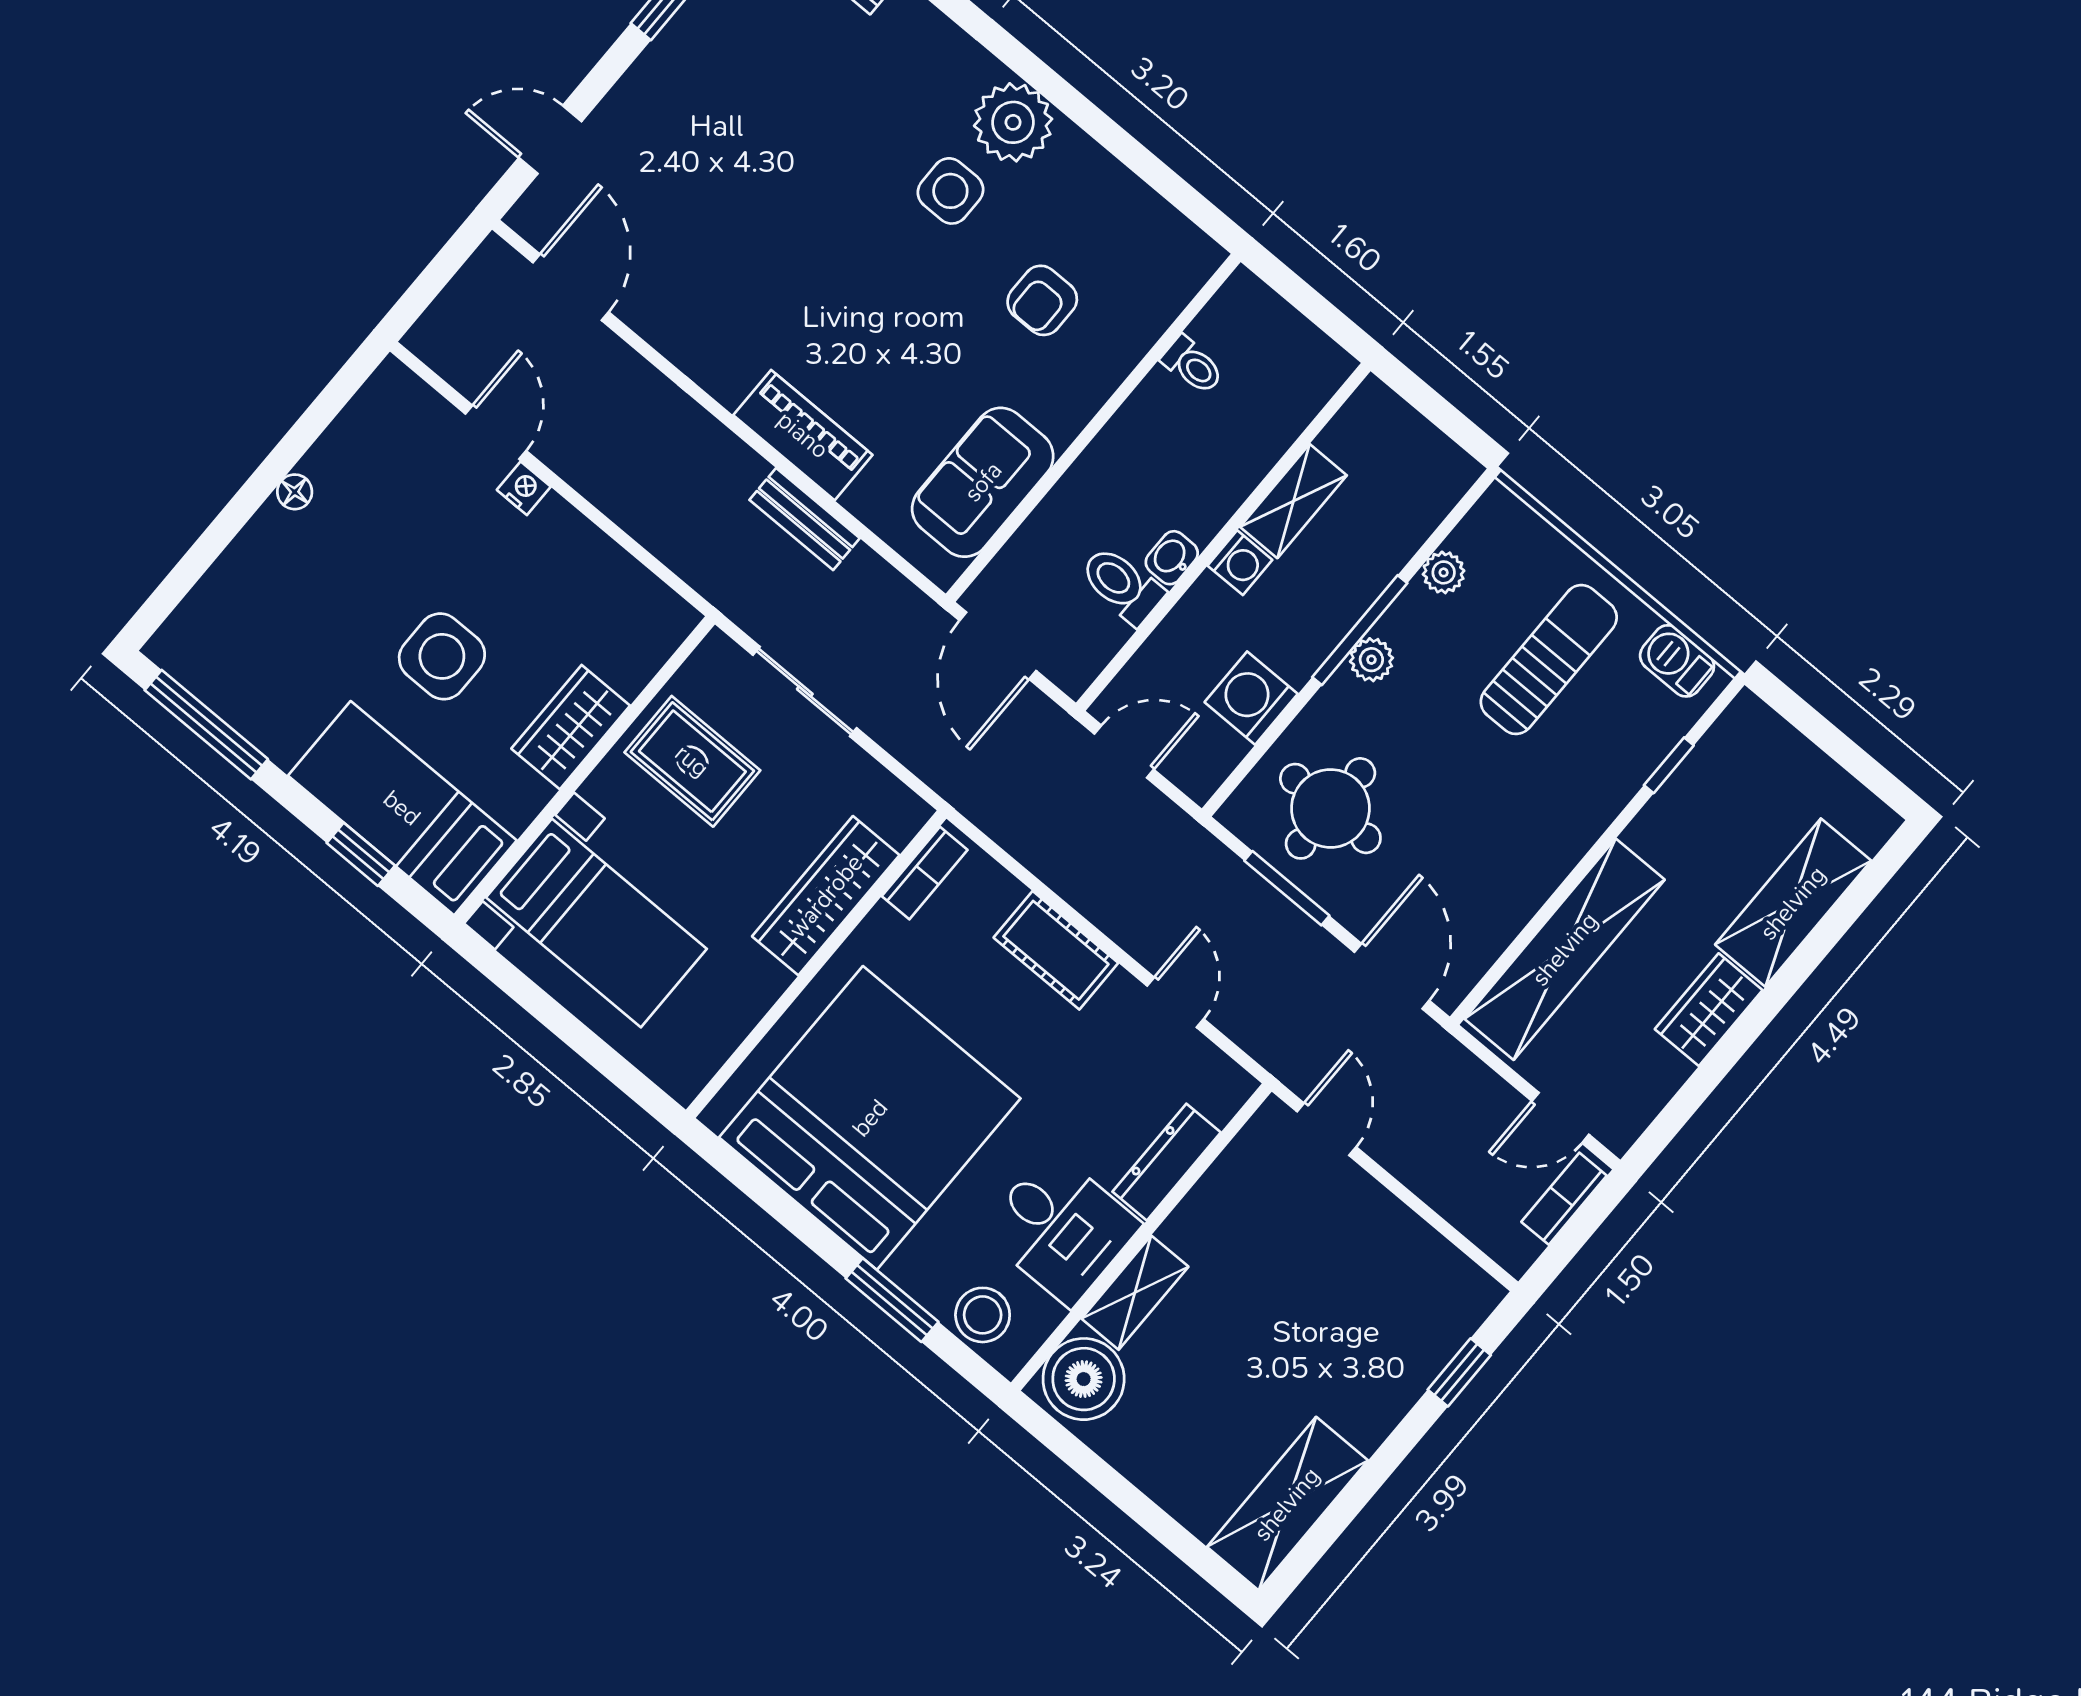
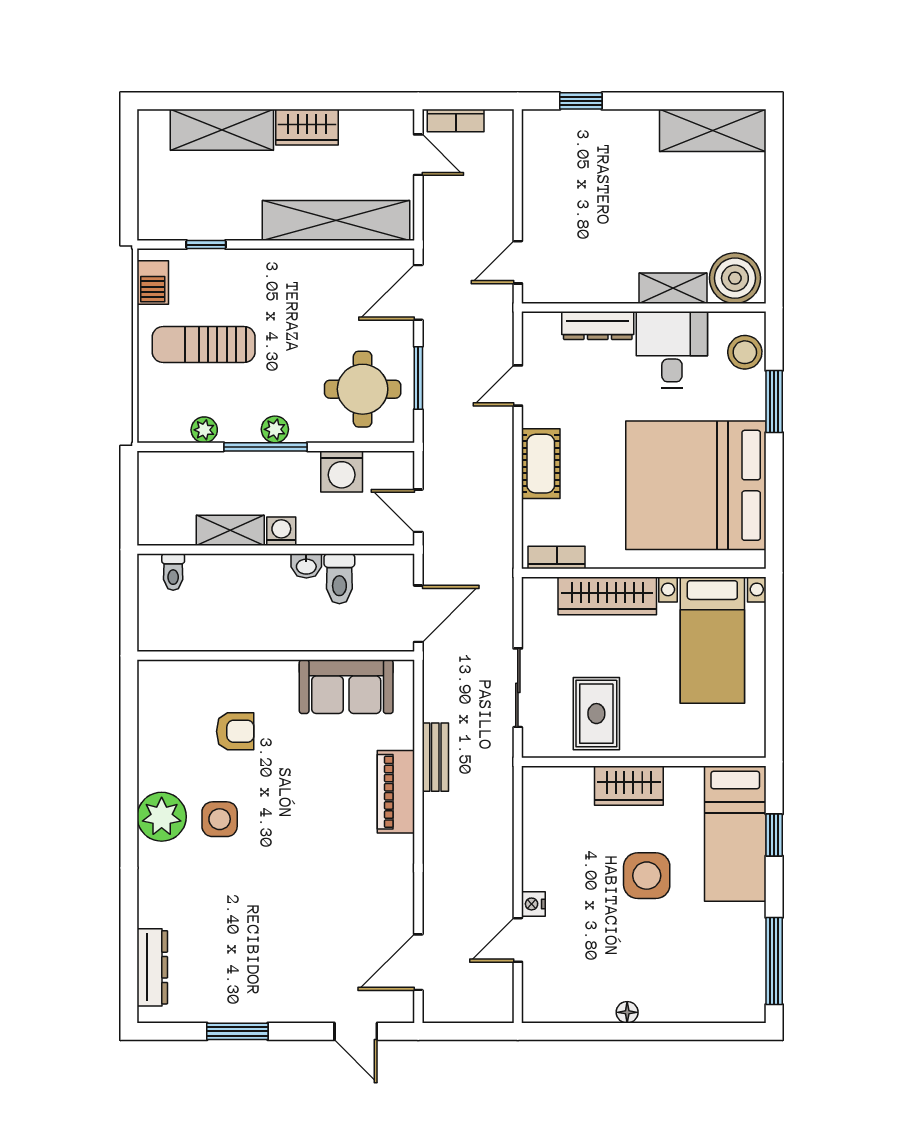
toilet: (1192, 365) -> (173, 572), moved, turned 180
bed with nightstands: (596, 923) -> (712, 640), moved, turned 180

